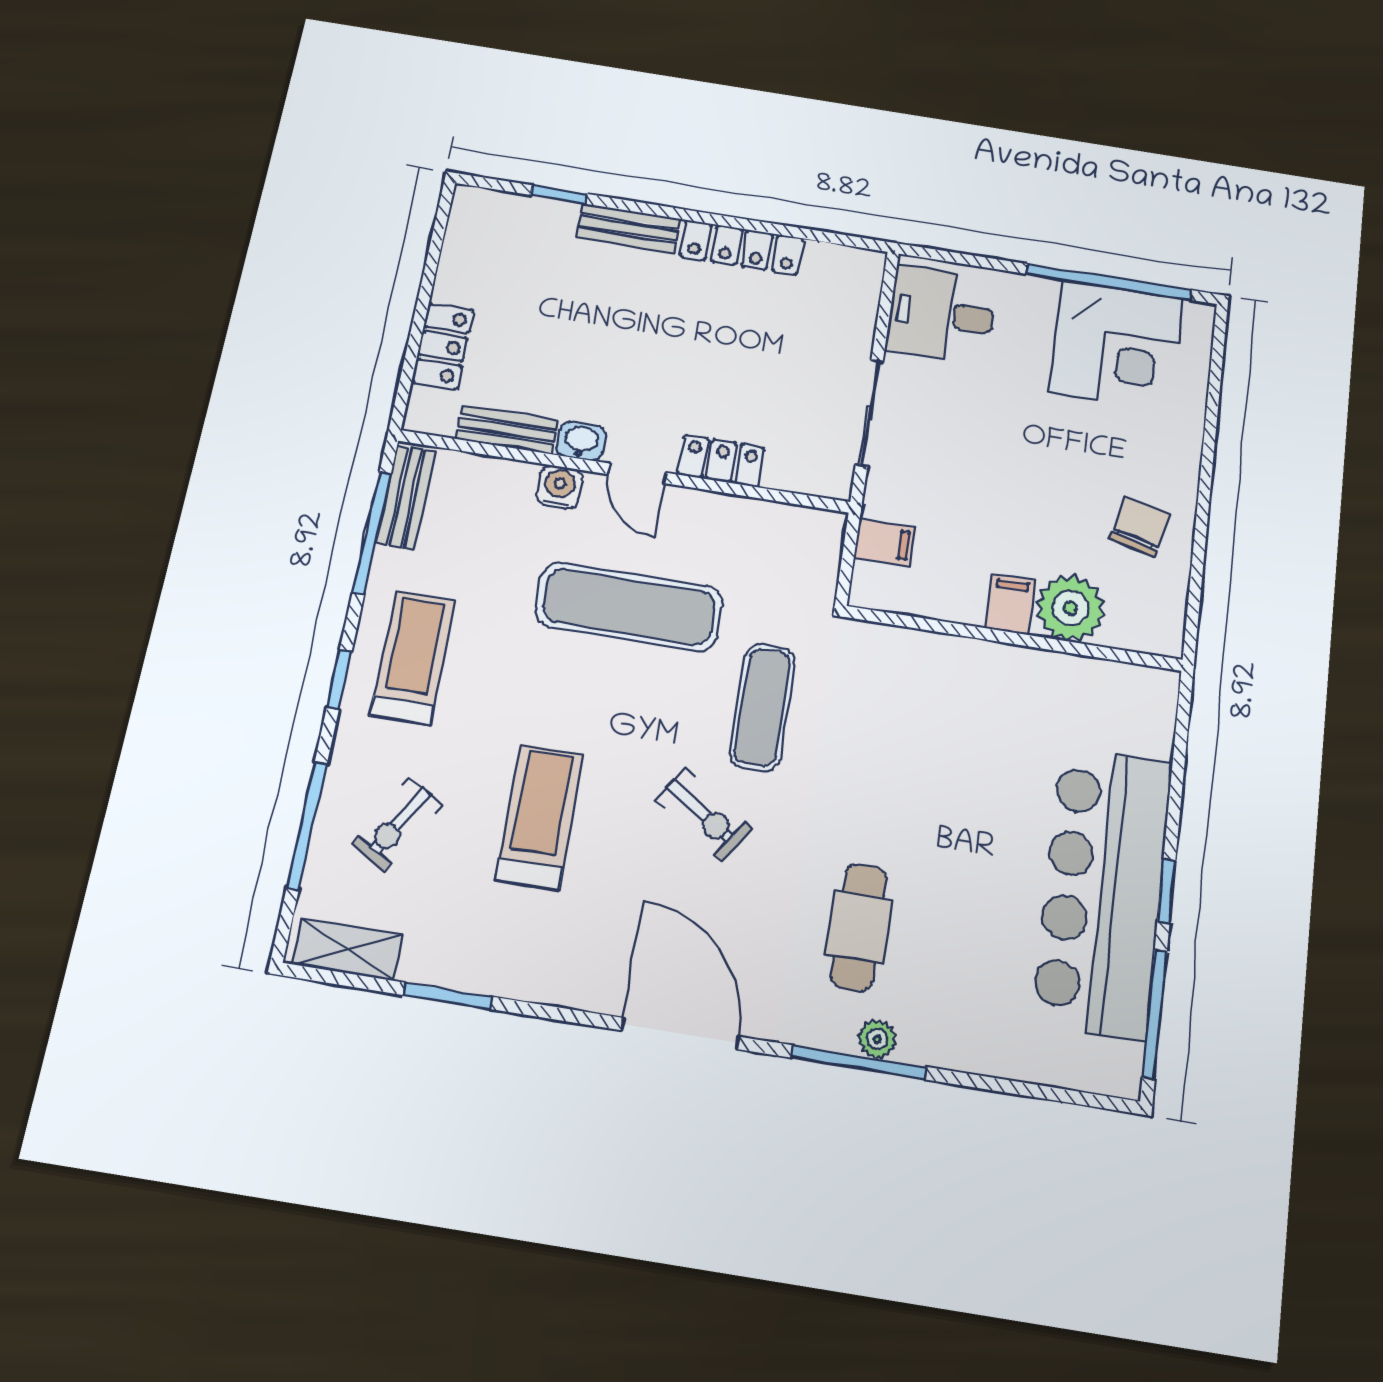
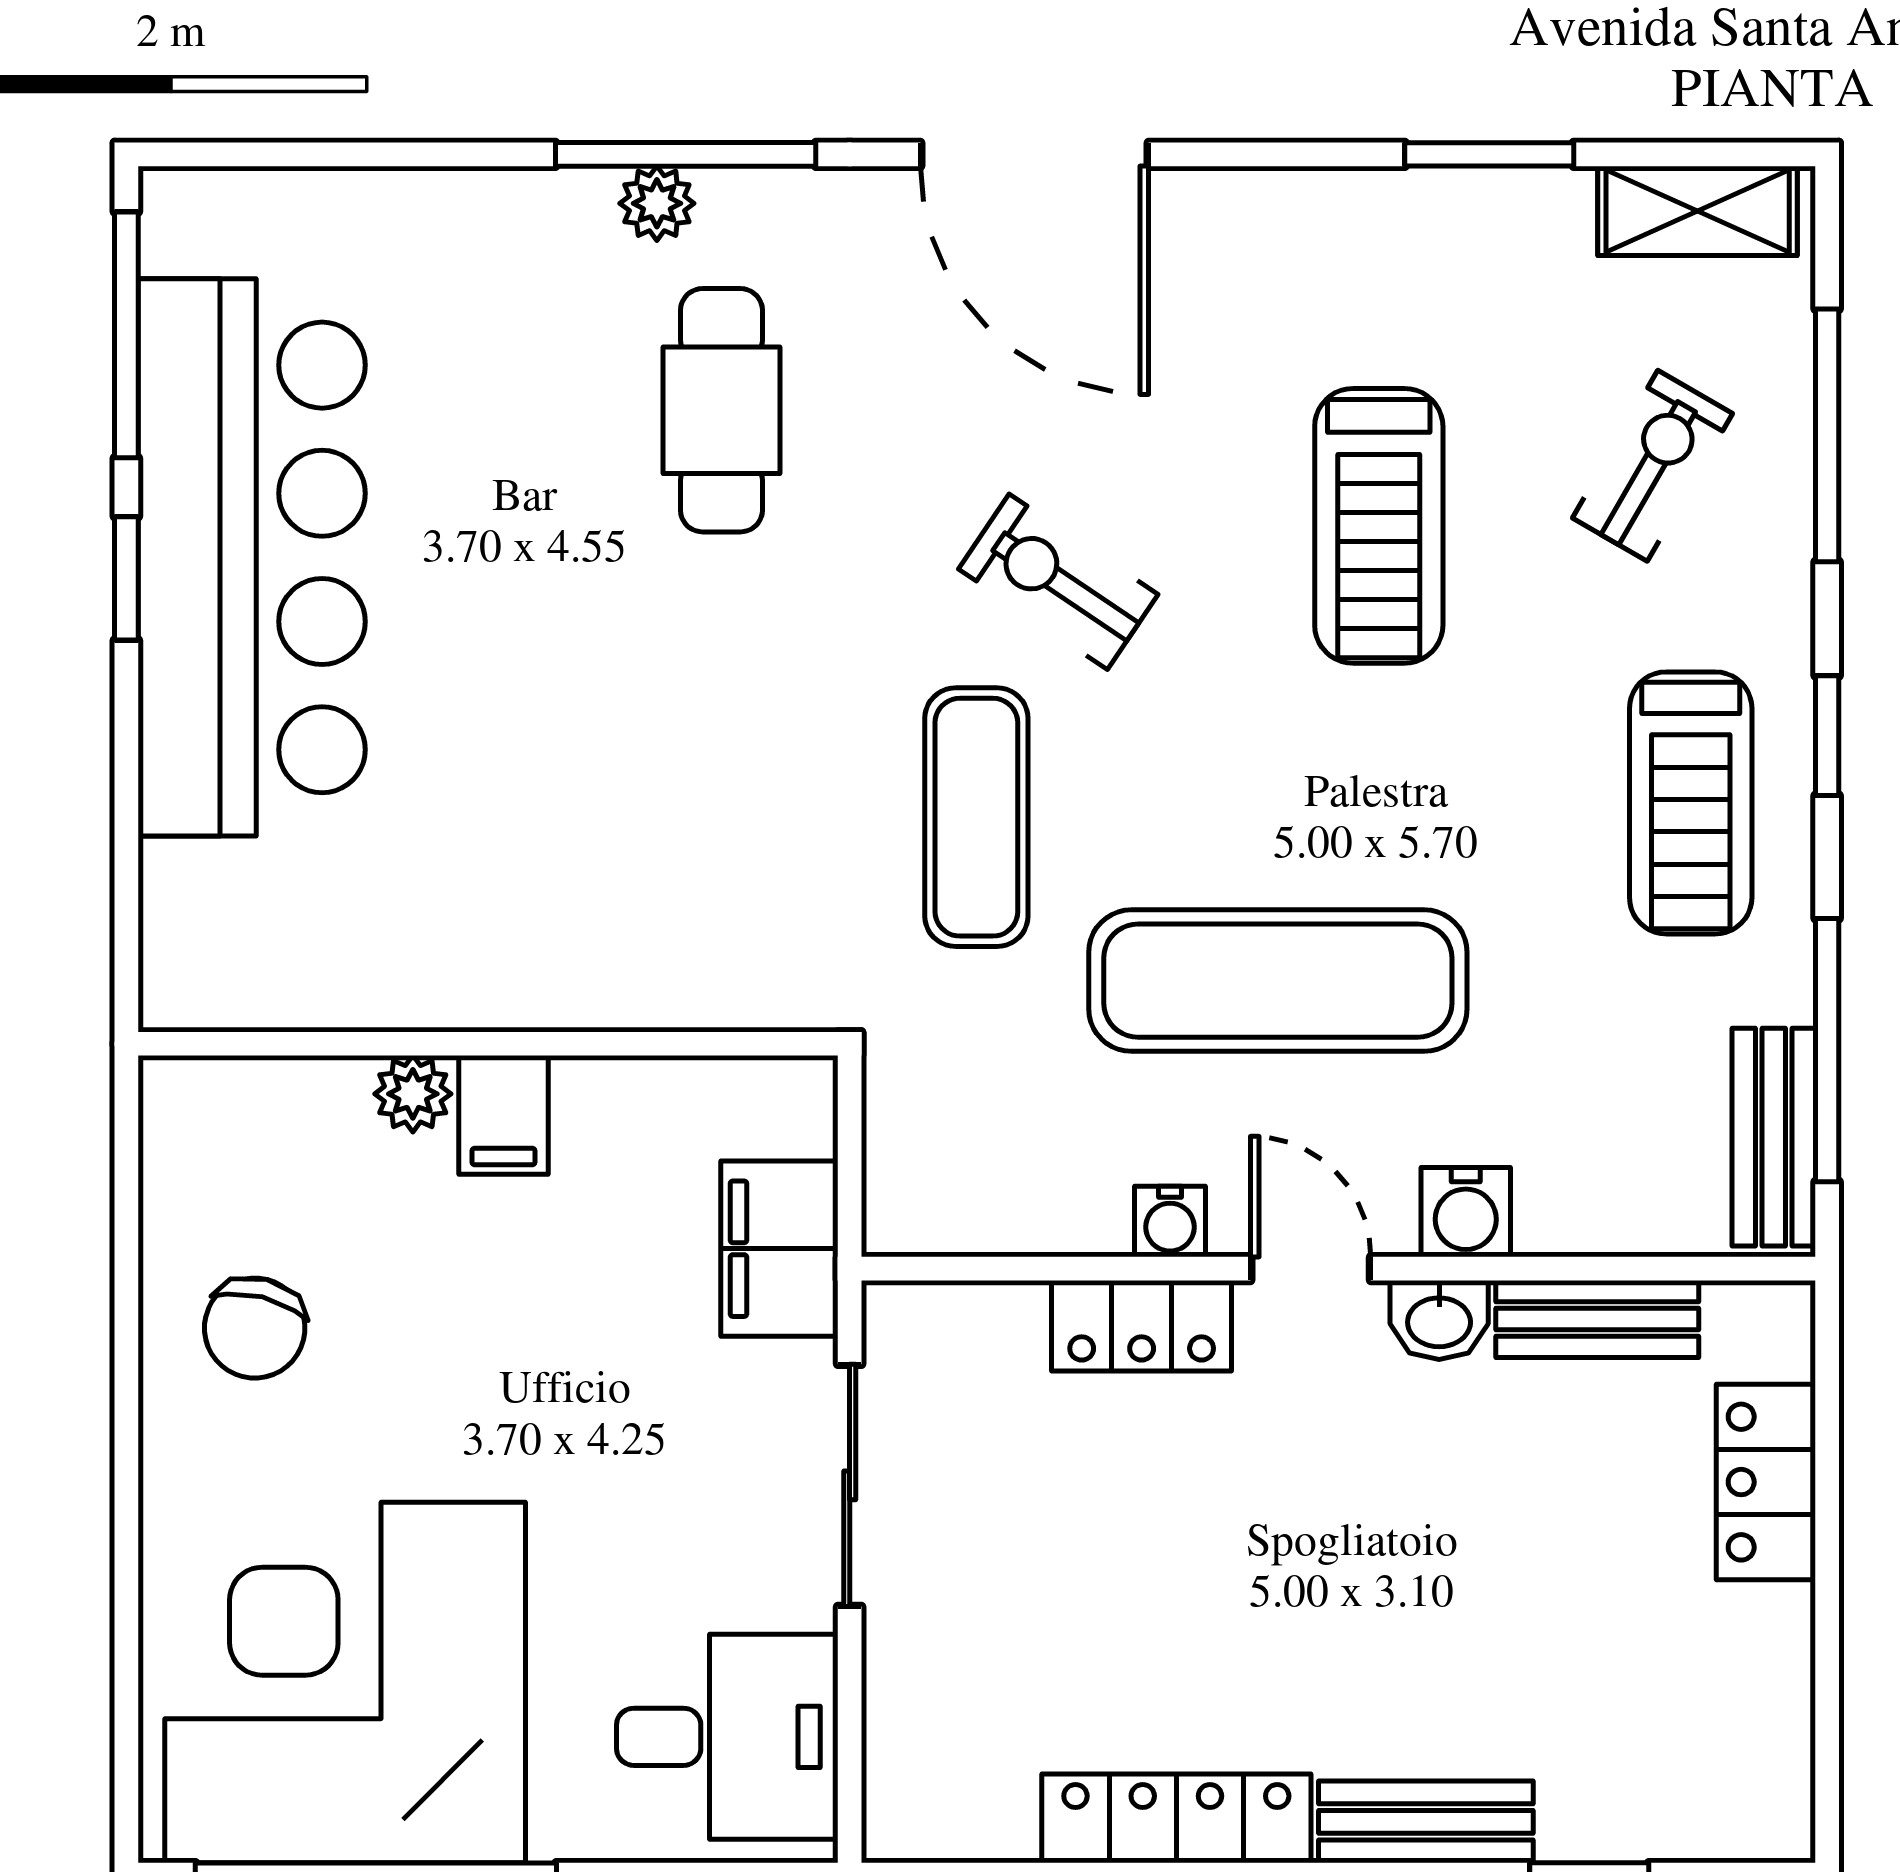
corner desk: (1116, 345) -> (345, 1683), width x1.36, depth x1.36
water cooler: (700, 505) -> (1170, 1221), added
filing cabinet: (884, 542) -> (779, 1249), width x2.00
plant: (1070, 608) -> (413, 1094), width x0.53, depth x0.53

